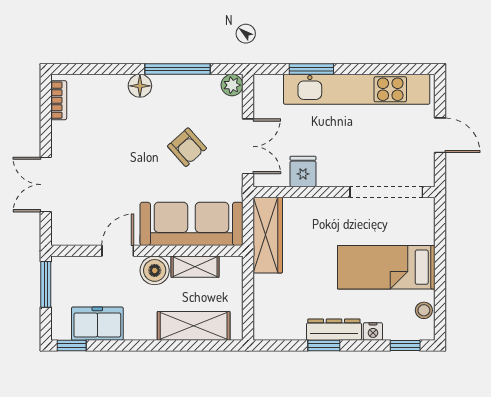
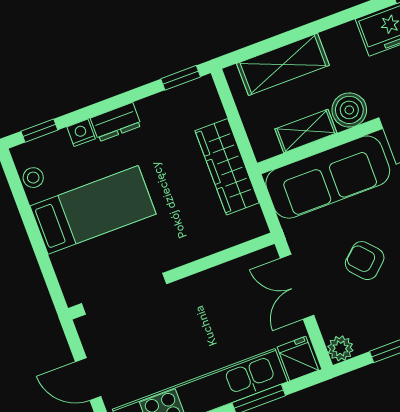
fridge: (303, 171) -> (298, 359), moved, turned 180
wardrobe: (268, 235) -> (227, 167), moved
dresser: (334, 330) -> (116, 122), width x0.70
window: (324, 346) -> (181, 78), moved

